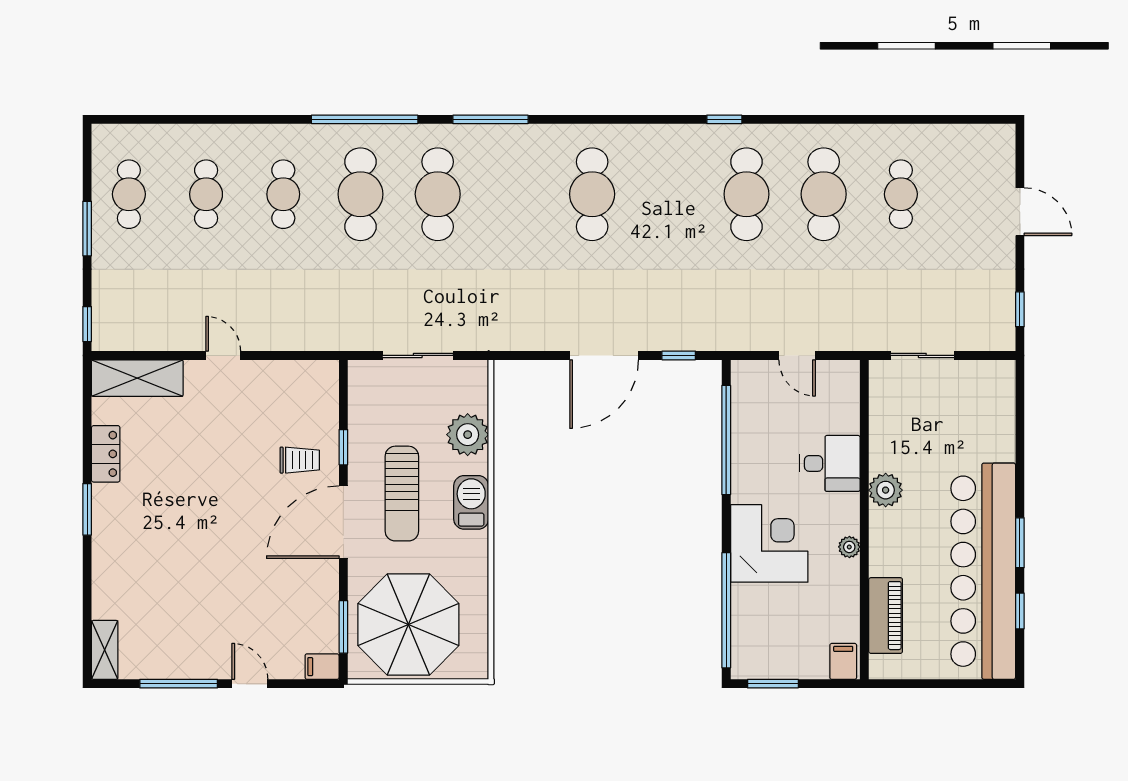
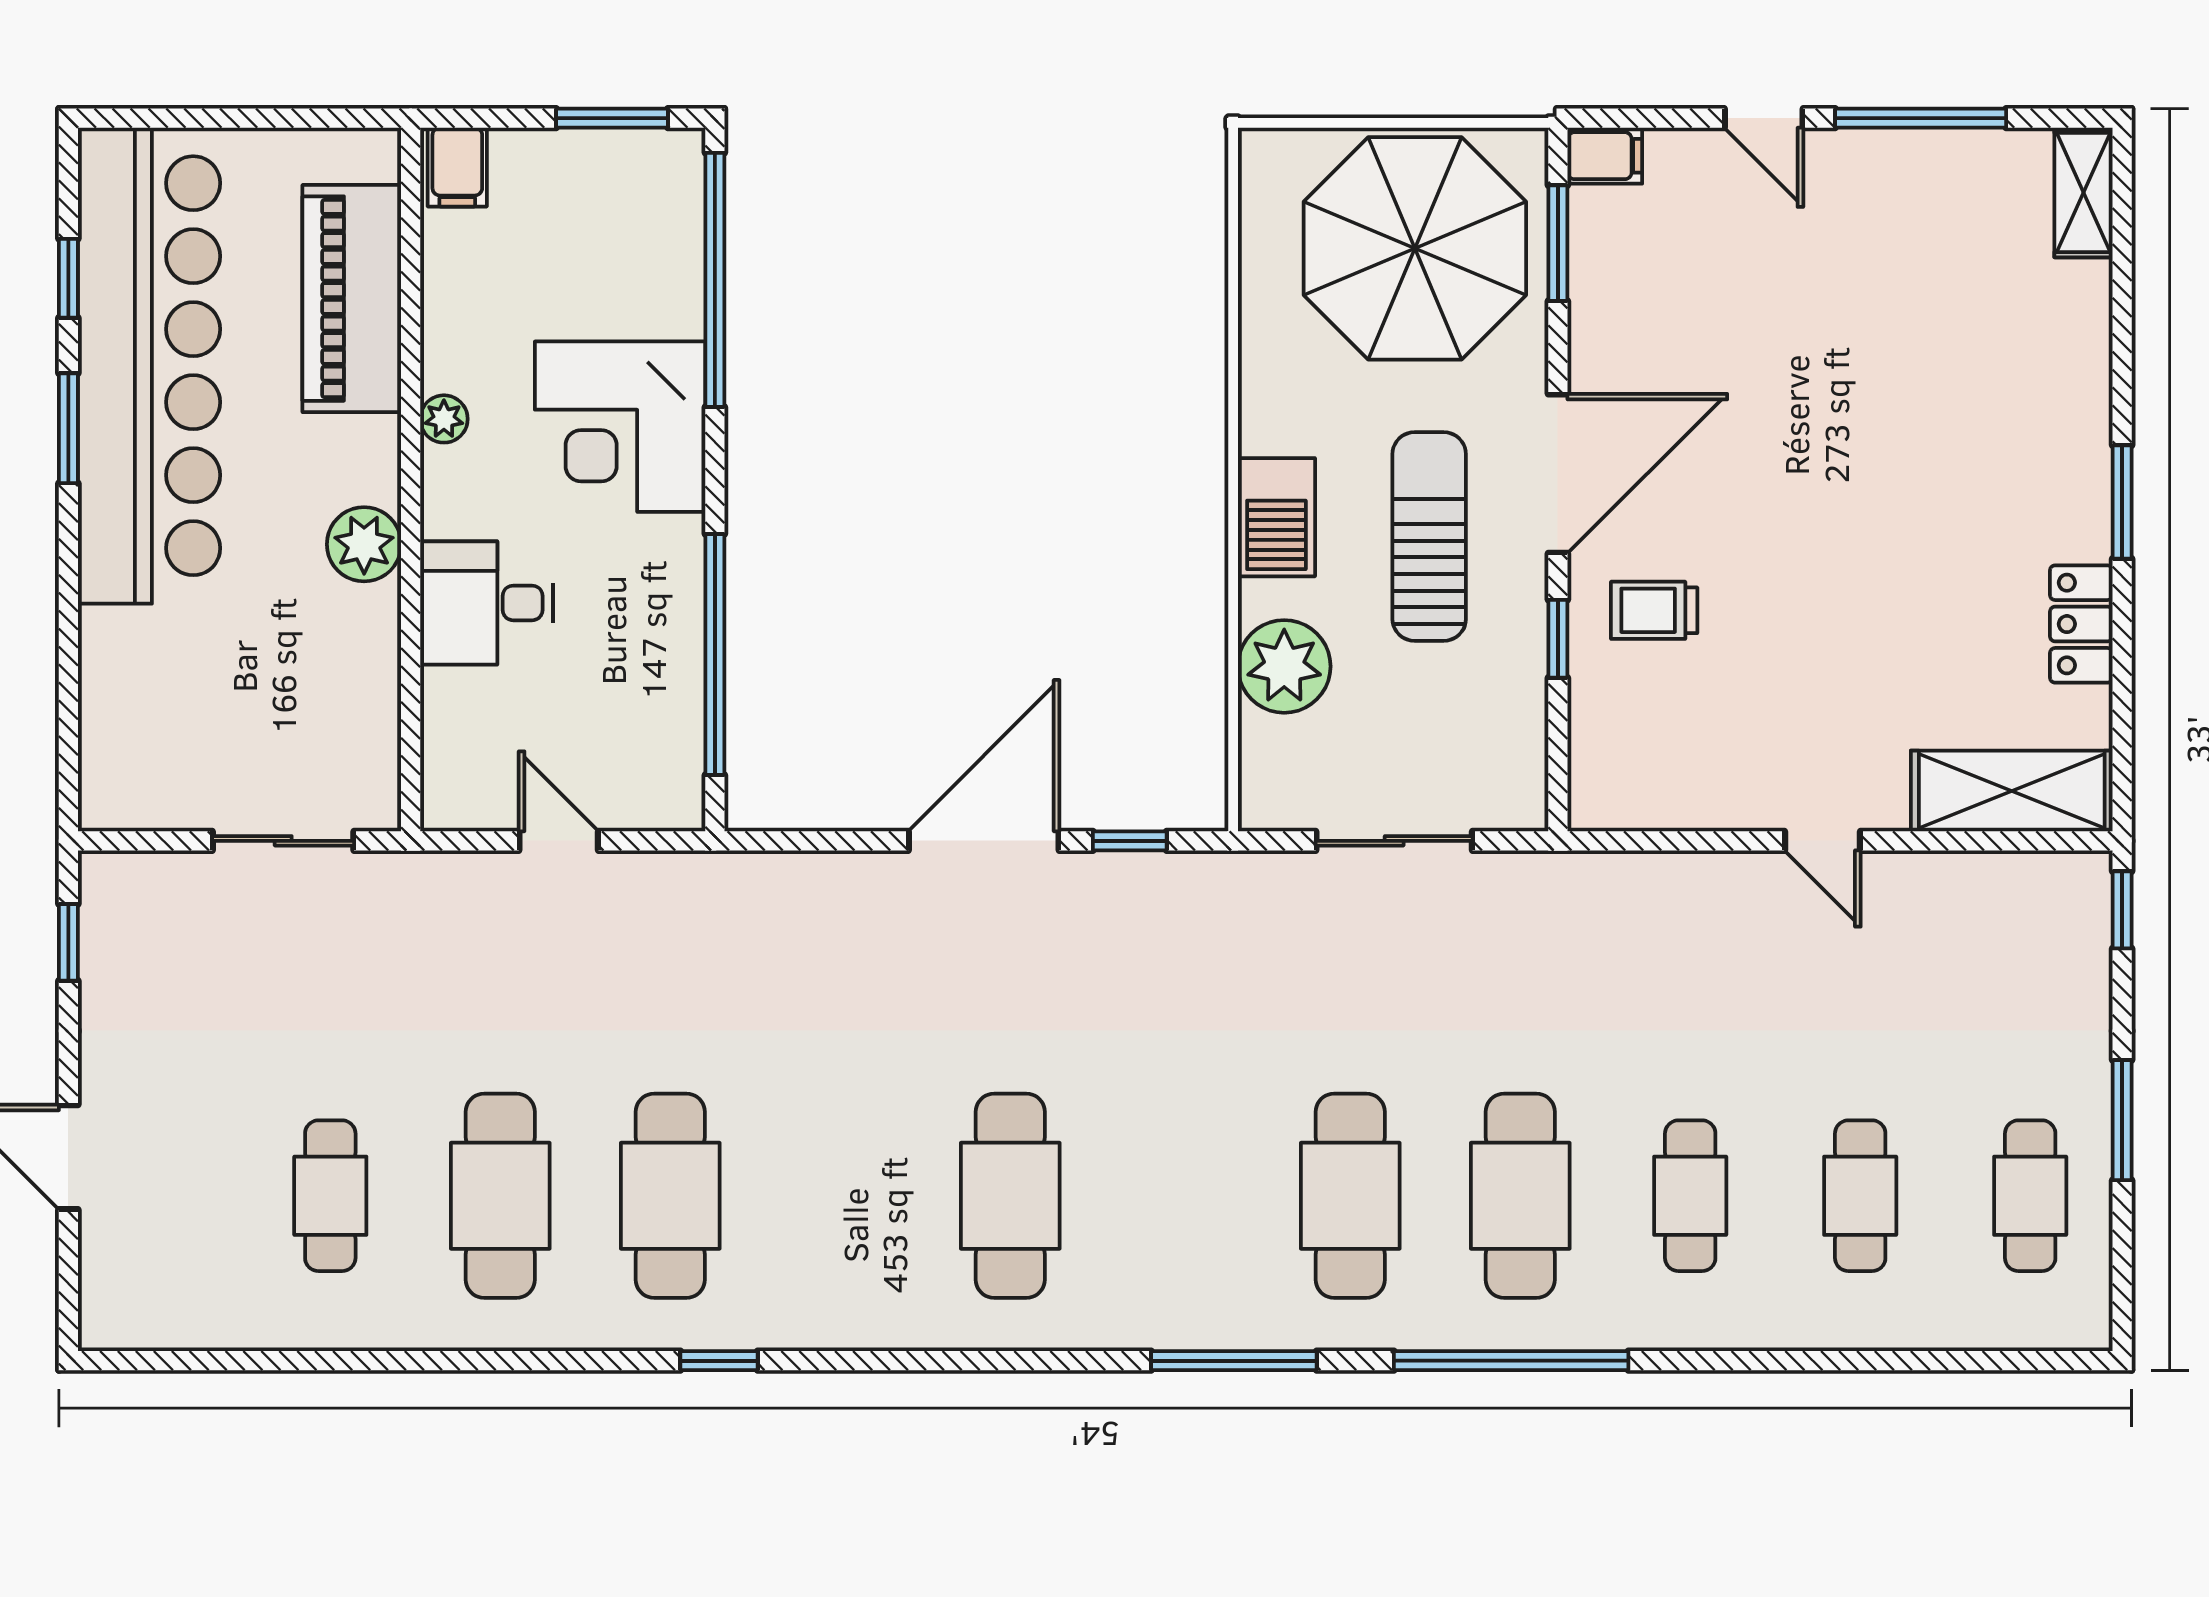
window: (679, 355) -> (1130, 841), moved
piano: (886, 616) -> (352, 299), width x1.37, depth x1.33

